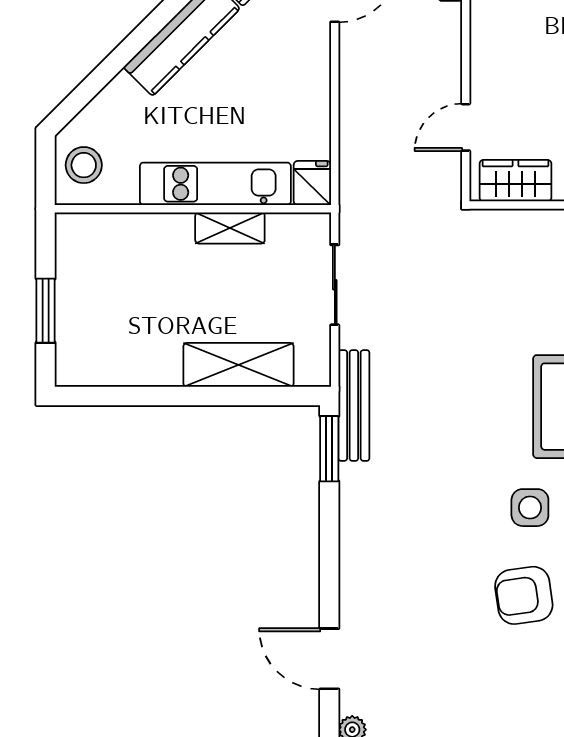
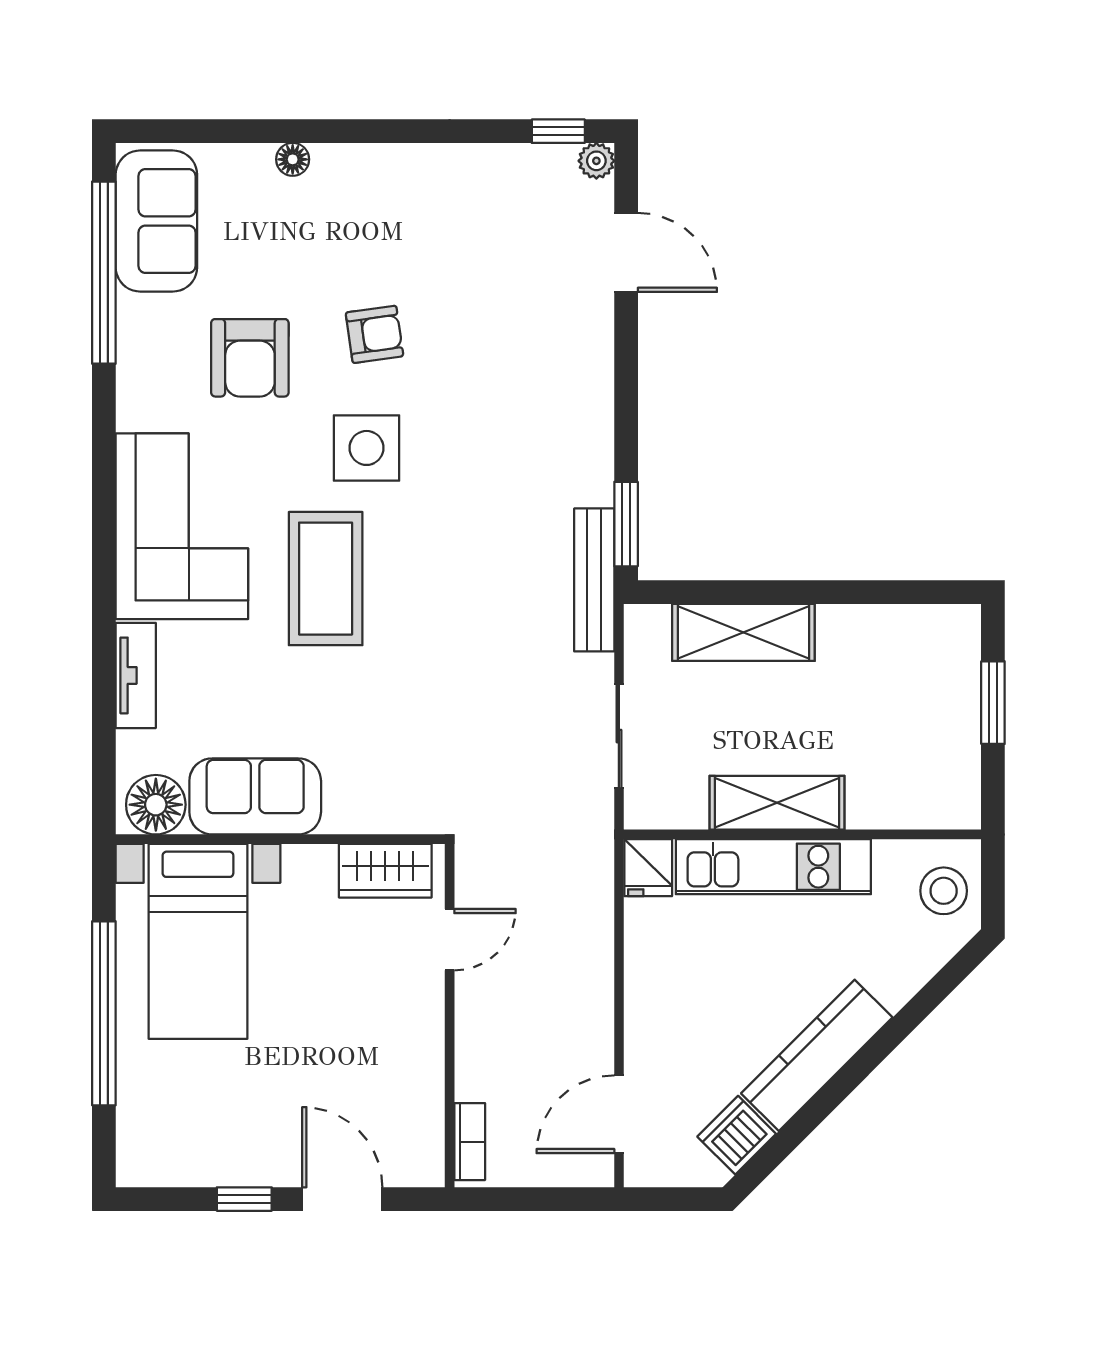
shelving: (230, 228) -> (777, 803), width x1.50, depth x1.33
side table: (530, 508) -> (367, 448), width x1.37, depth x1.37
armchair: (524, 595) -> (374, 334), width x0.72, depth x0.72

